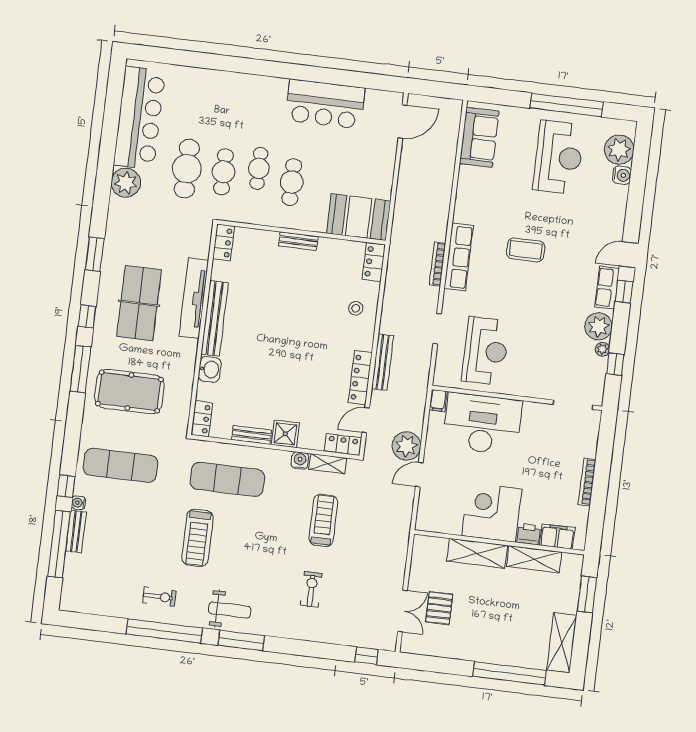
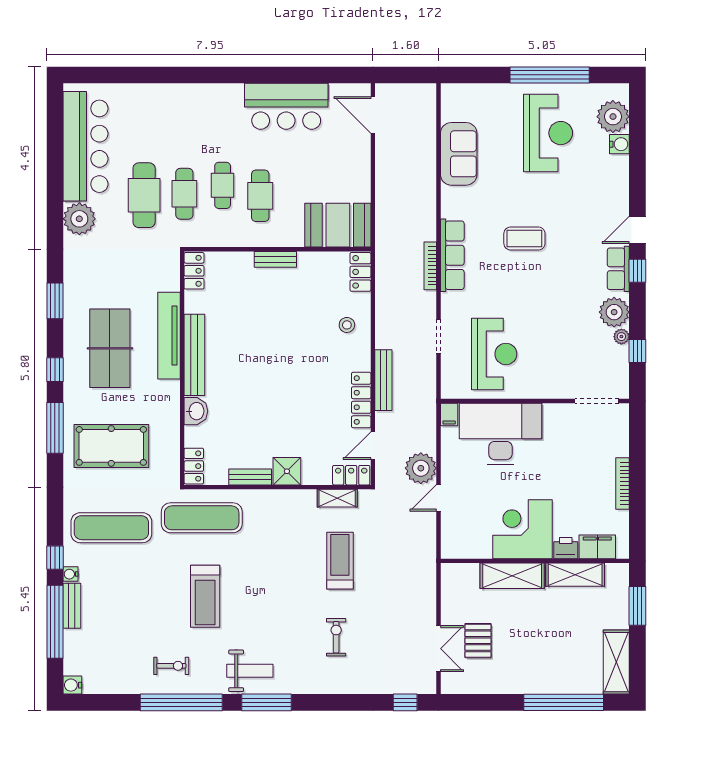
door: (402, 122) -> (373, 115), swing flipped
sofa: (479, 137) -> (459, 154), moved
water cooler: (300, 460) -> (72, 685), moved, turned -90
exercise mat: (227, 479) -> (202, 518), moved

